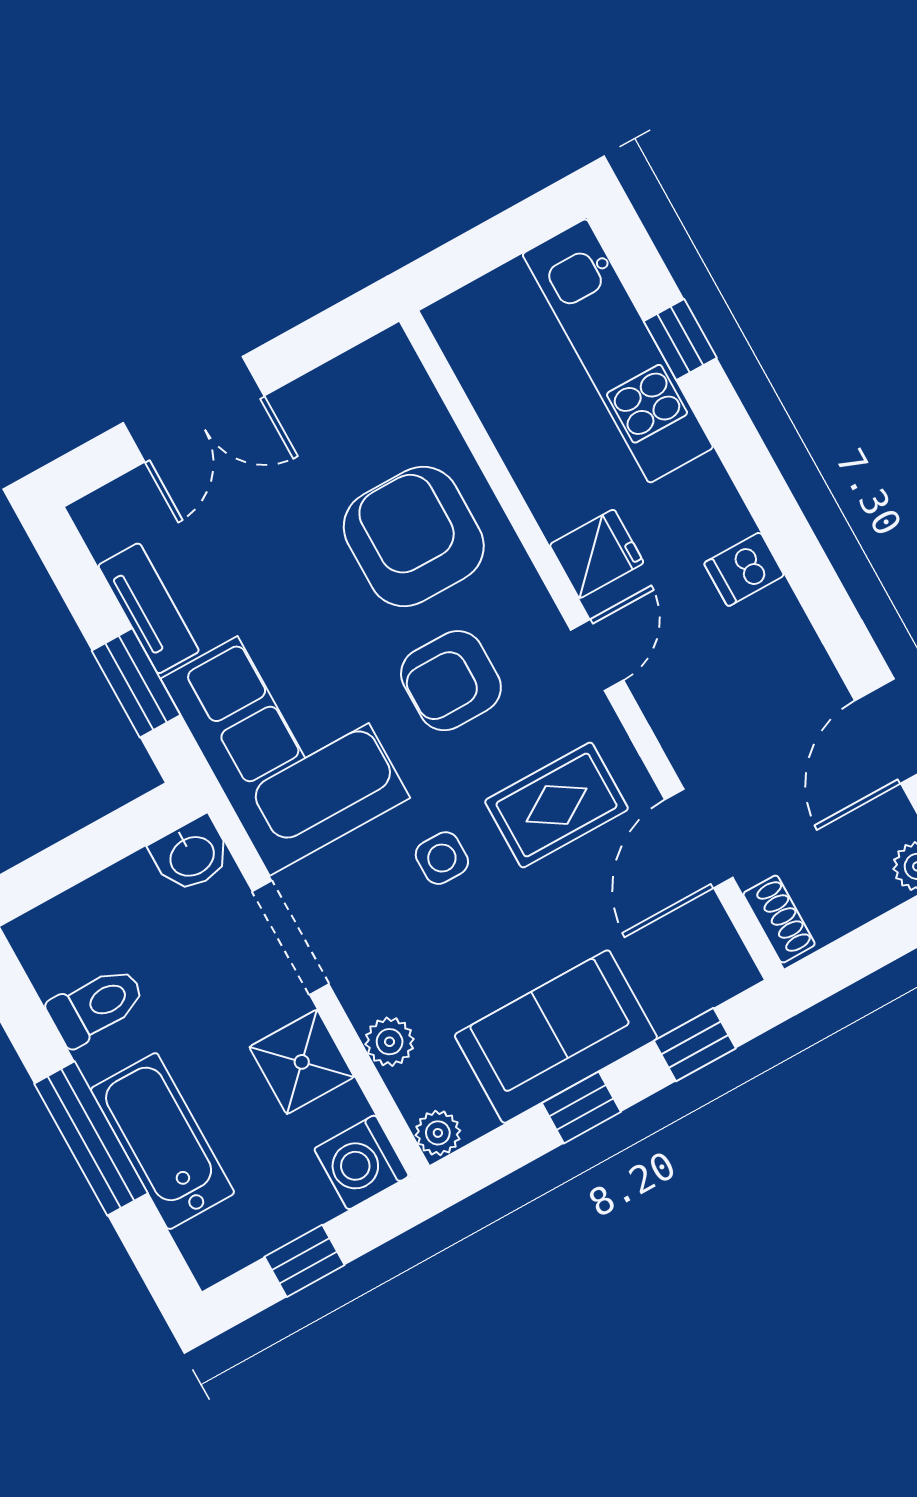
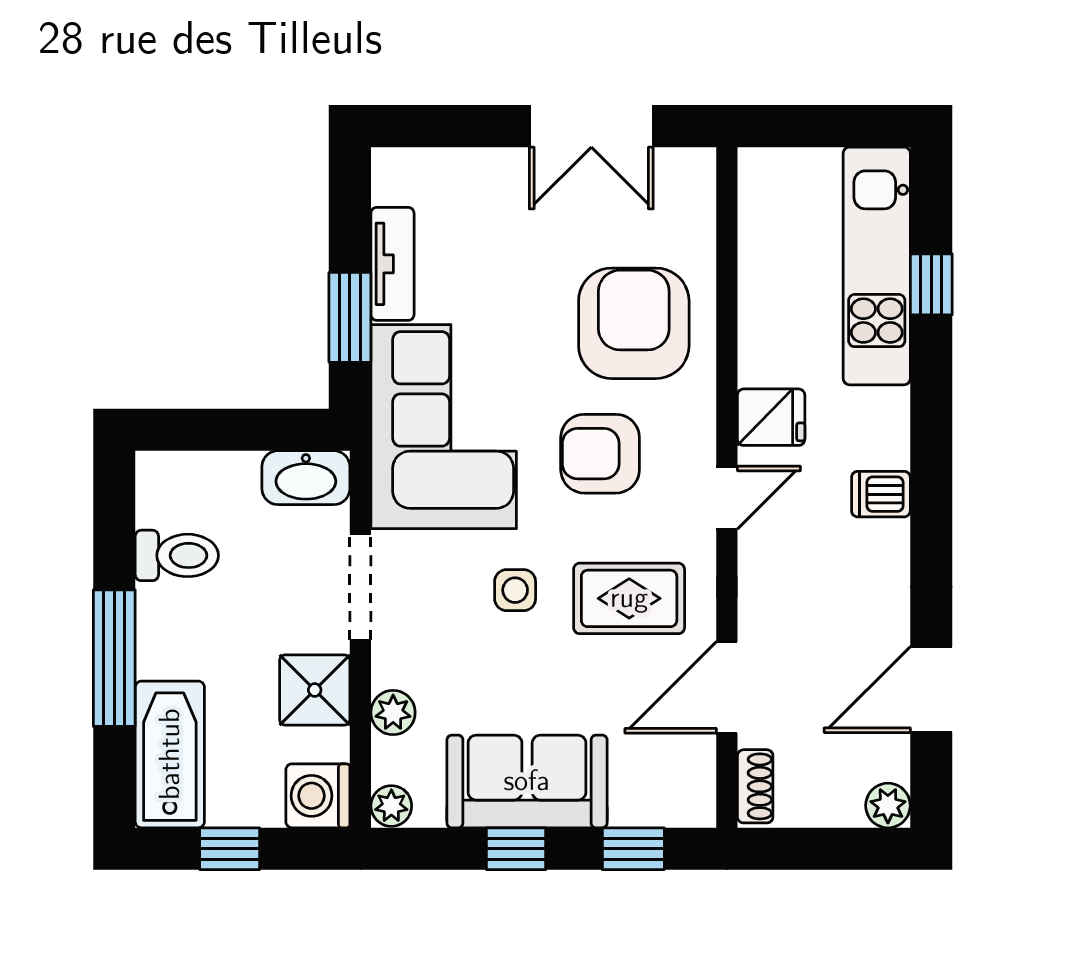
double door: (194, 409) -> (591, 126), moved
washbasin: (191, 855) -> (306, 478), width x1.38
bathtub: (162, 1141) -> (170, 754), moved

